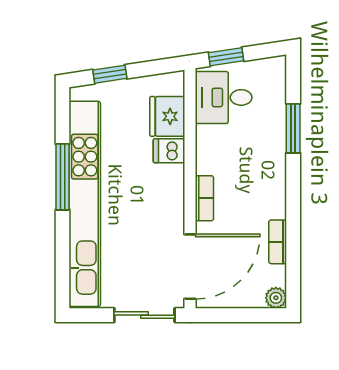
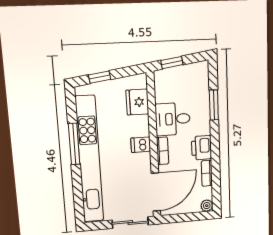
desk: (224, 97) -> (173, 119), moved
dishwasher: (169, 151) -> (141, 145), moved
printer: (270, 198) -> (201, 148), added

